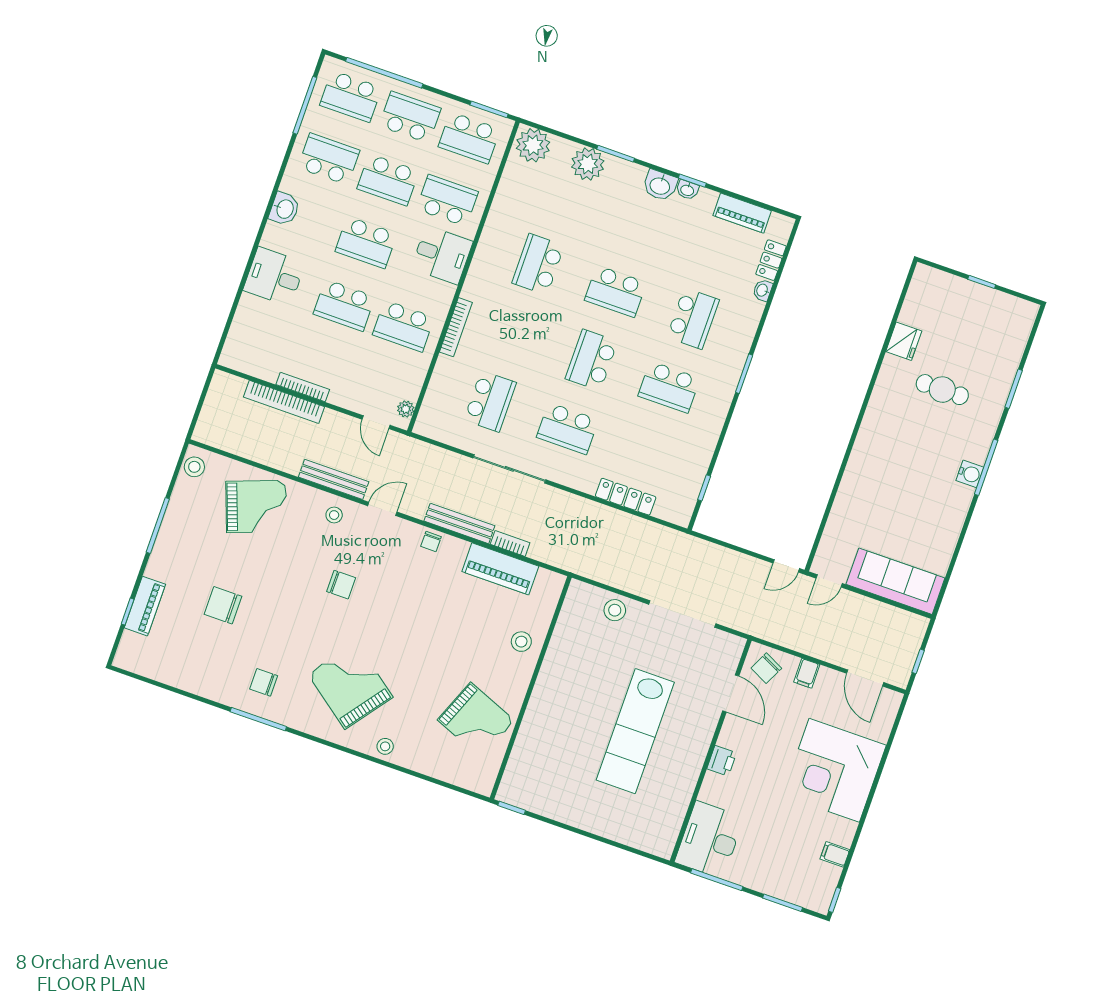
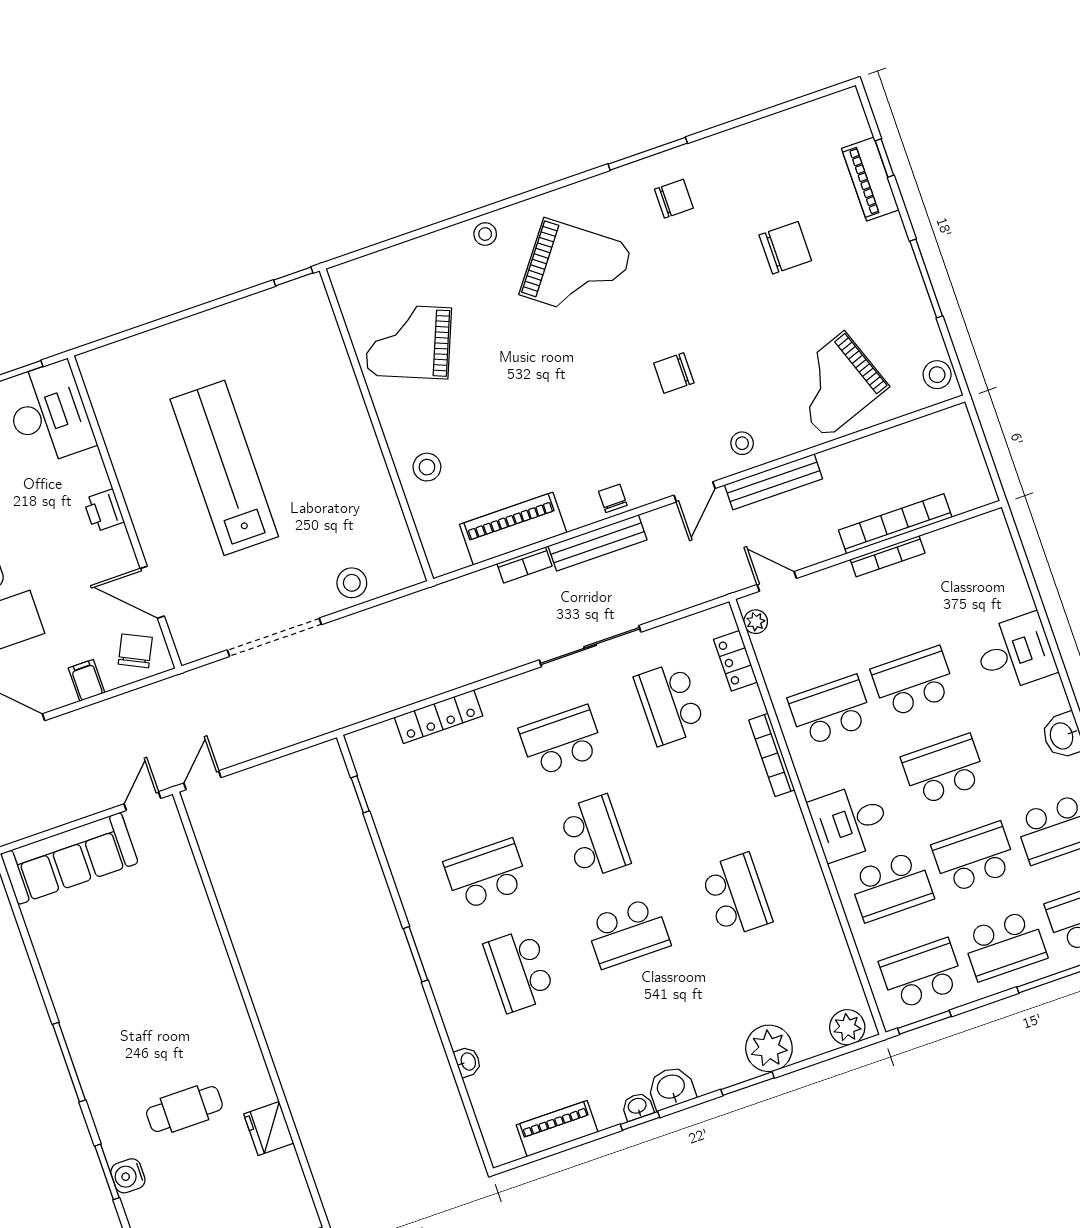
plant: (533, 145) -> (847, 1027), width x0.73, depth x0.73
locker: (771, 260) -> (735, 661), moved, turned 180
school desk: (616, 291) -> (628, 933), turned 180
water cooler: (970, 474) -> (128, 1176), moved

